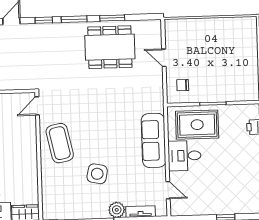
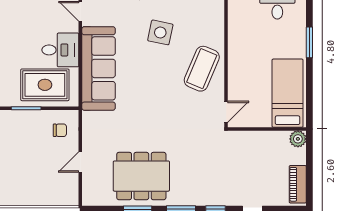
door: (164, 58) -> (80, 162), swing flipped
sofa: (154, 140) -> (99, 68), width x1.36, depth x1.27
coffee table: (60, 143) -> (202, 69), turned 35

